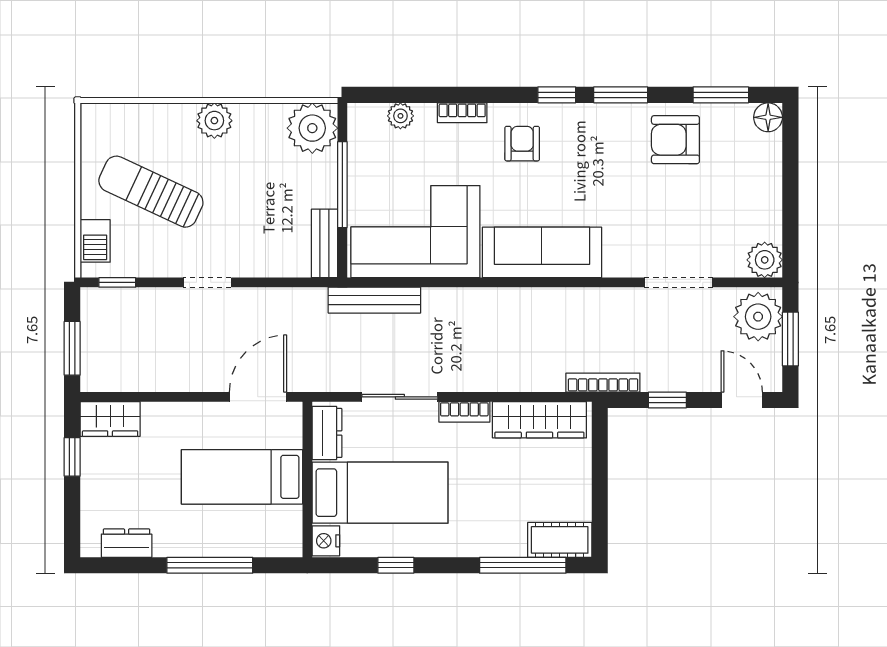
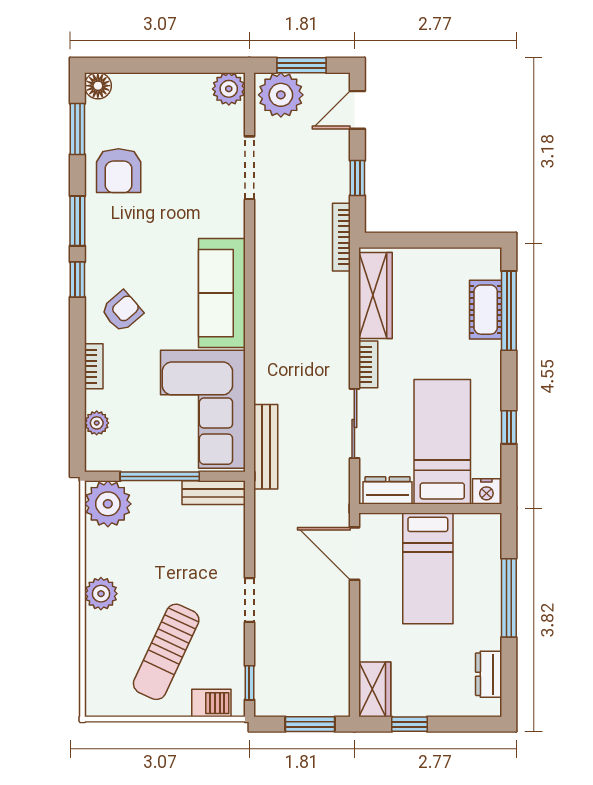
armchair: (522, 144) -> (122, 311), turned 139
cot: (560, 540) -> (486, 310), moved

